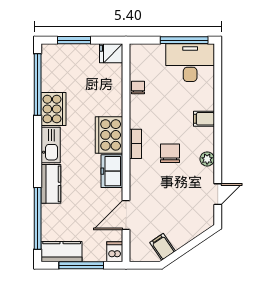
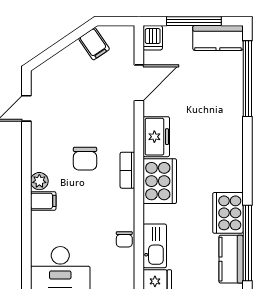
kitchen sink: (51, 145) -> (155, 246), moved, turned 180
plant: (207, 159) -> (39, 181), moved
kitchen counter: (51, 184) -> (231, 259), moved

